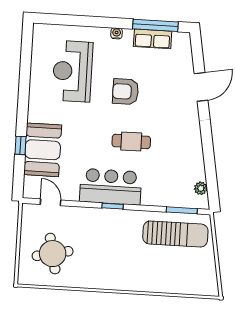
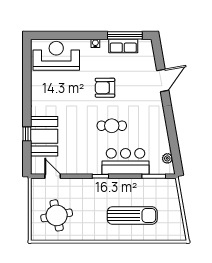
reception desk: (72, 71) -> (56, 56), moved, turned 90
bar counter: (111, 187) -> (125, 161), moved
sun lounger: (175, 234) -> (132, 216), moved

